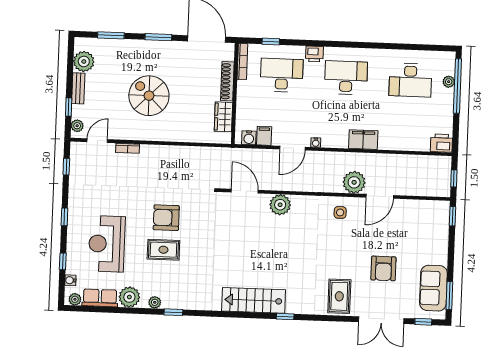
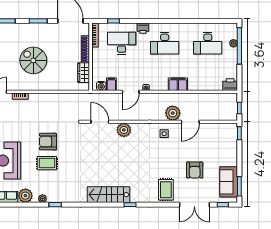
desk: (346, 78) -> (165, 43), turned 180

